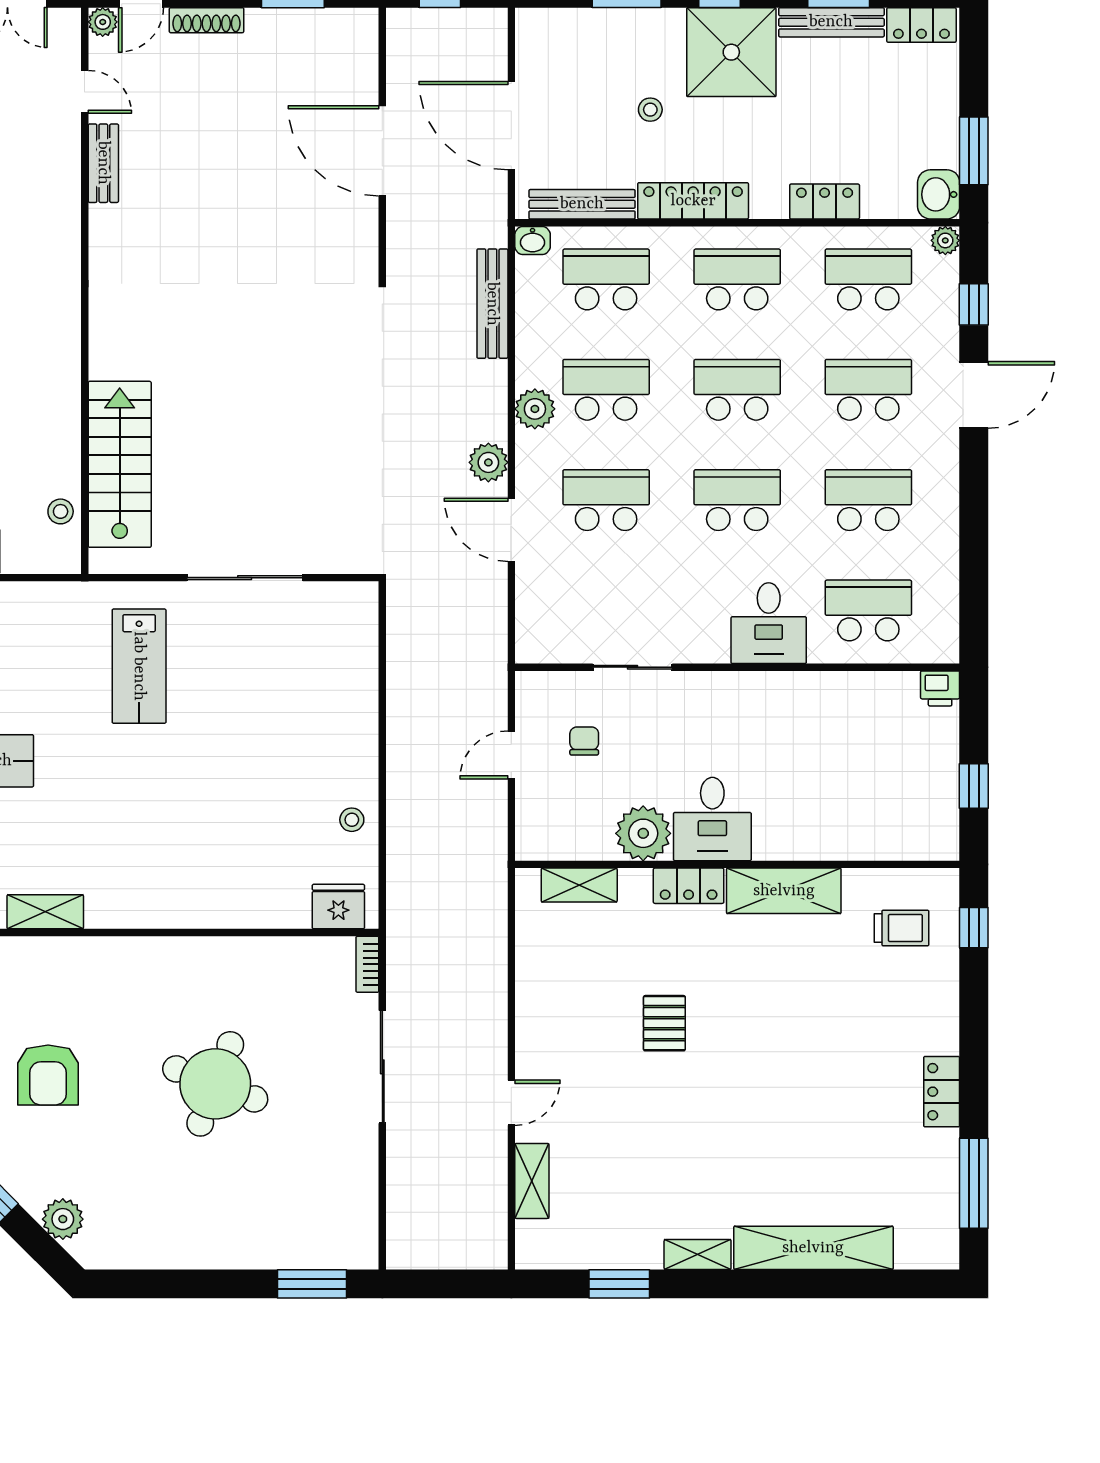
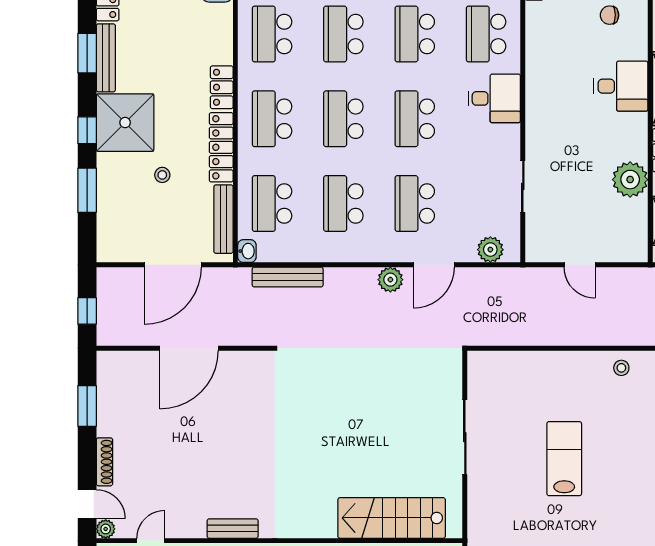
bench: (103, 163) -> (233, 529), moved
locker: (825, 202) -> (222, 87), moved
plant: (535, 409) -> (490, 250), moved
lab bench: (139, 666) -> (564, 459), moved, turned -90
chair: (584, 741) -> (610, 15), moved
desk: (712, 819) -> (621, 86), moved

